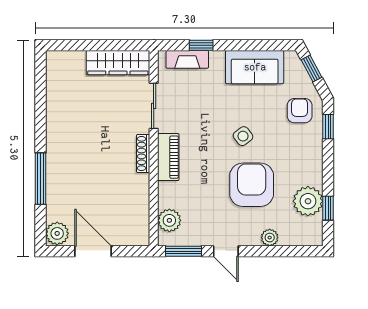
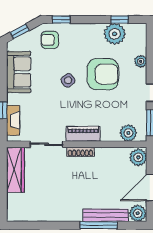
armchair: (252, 185) -> (103, 74), turned 180
bench: (54, 189) -> (106, 215), added
plant: (135, 234) -> (138, 157), added

